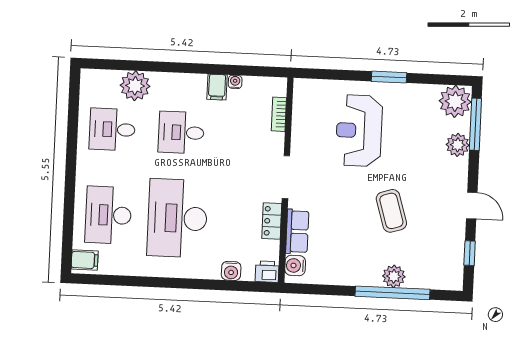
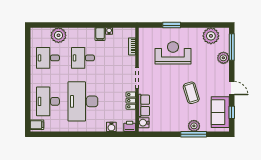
window: (389, 77) -> (172, 25), moved
plant: (455, 101) -> (211, 36), moved
reception desk: (359, 131) -> (173, 53), turned 90
sofa: (447, 252) -> (220, 112), added
window: (392, 293) -> (194, 134), width x0.68

